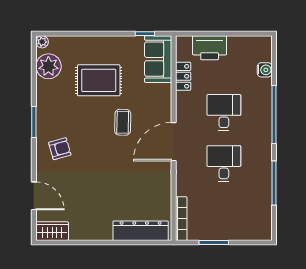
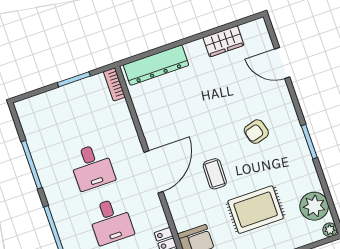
armchair: (60, 149) -> (256, 132), moved
bookcase: (181, 219) -> (114, 84), width x0.64
wardrobe: (52, 231) -> (223, 41), moved

